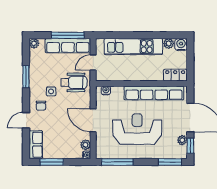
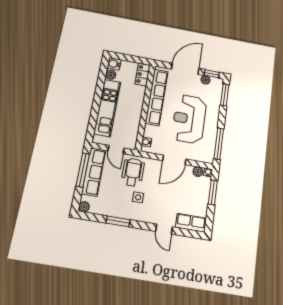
chair: (41, 106) -> (151, 210), removed
window: (52, 162) -> (213, 192), moved

